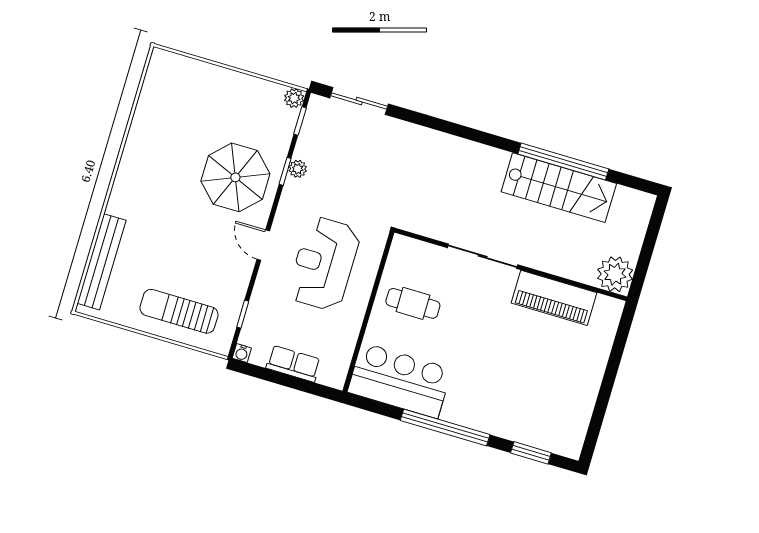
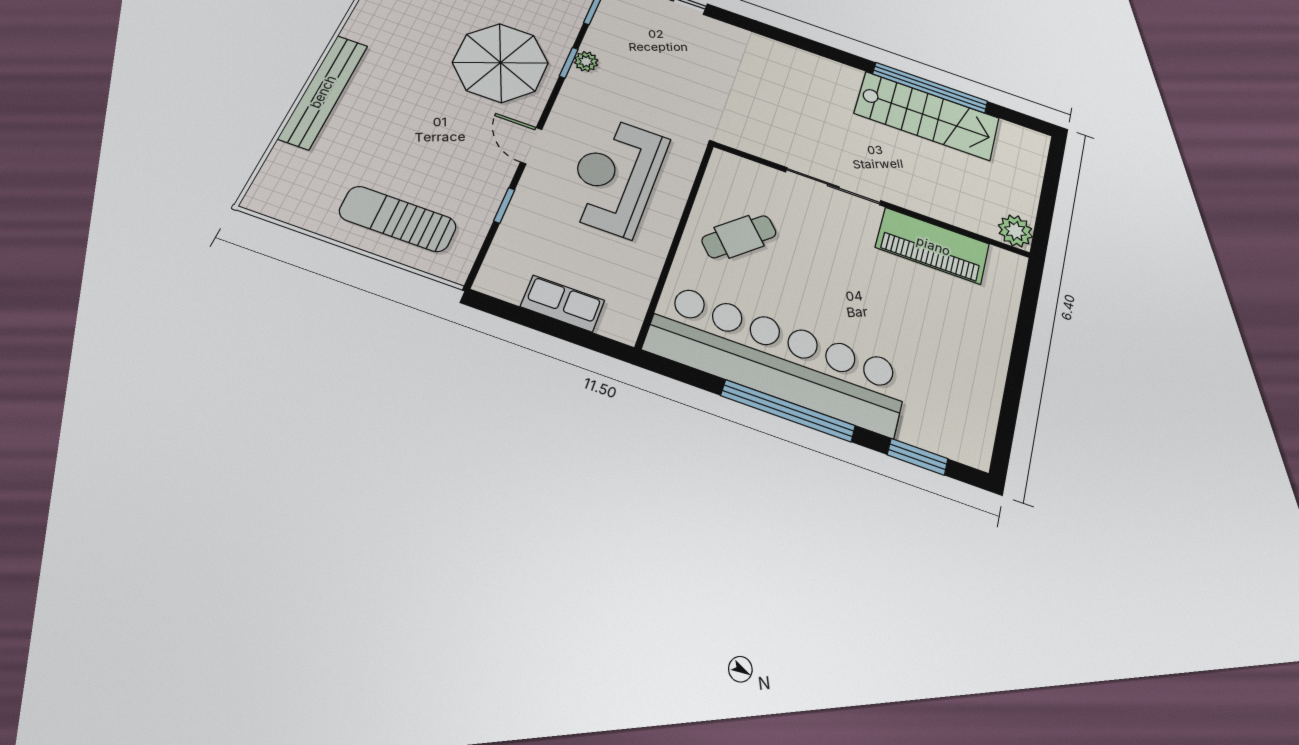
bench: (102, 262) -> (323, 92), moved
plant: (615, 274) -> (1015, 231), width x0.73, depth x0.73
cafe table: (413, 303) -> (739, 237), turned -42
window: (243, 314) -> (504, 205), moved
water cooler: (242, 353) -> (486, 283), removed
bar counter: (400, 380) -> (777, 359), width x1.86

